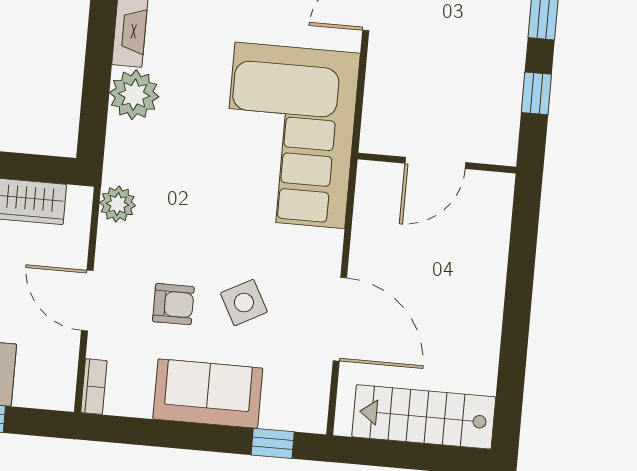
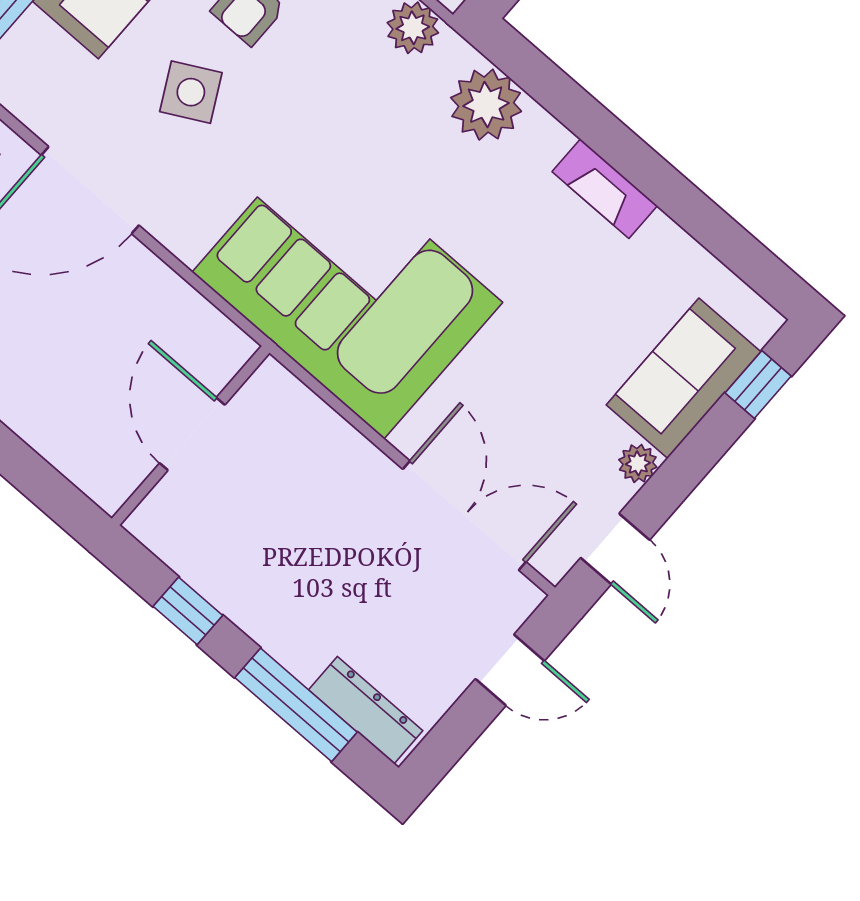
plant: (134, 95) -> (486, 105), moved

